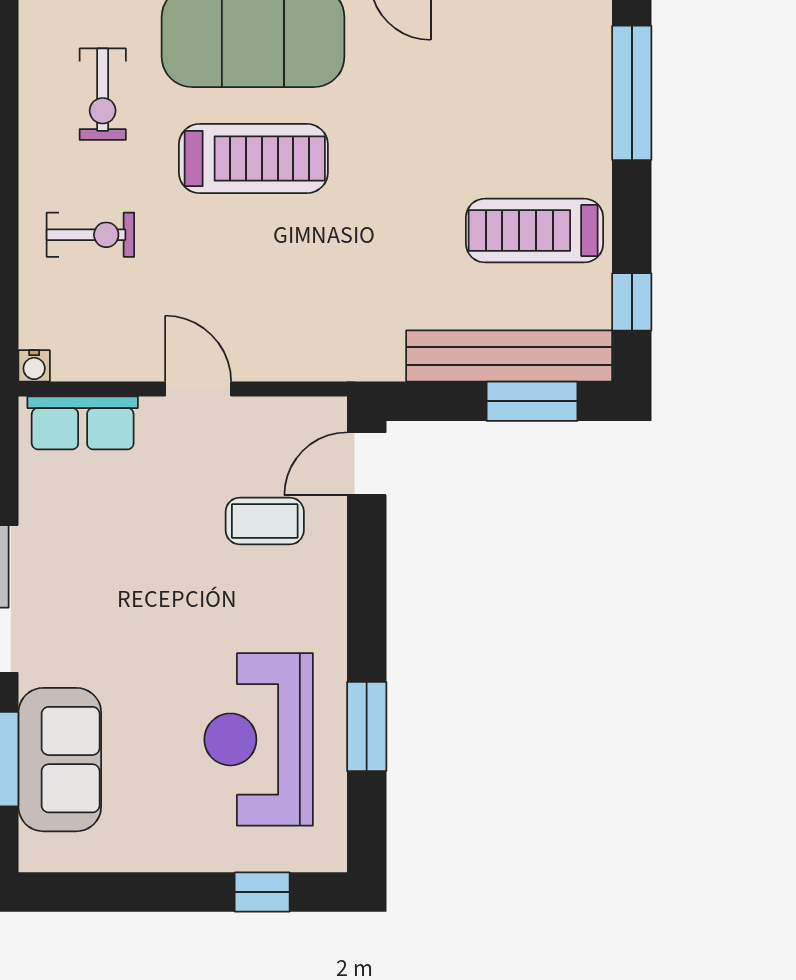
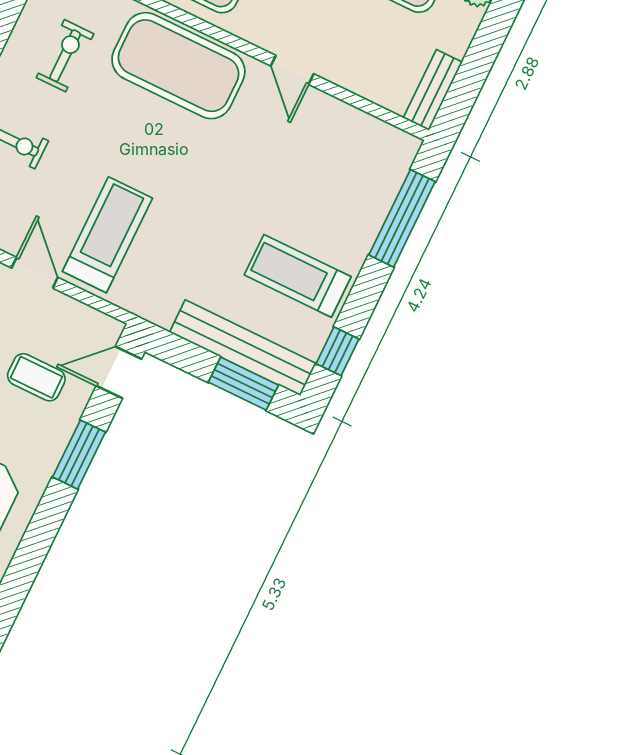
exercise bike: (103, 94) -> (65, 56), turned 180
treadmill: (253, 159) -> (107, 235), moved, turned -90
window: (367, 726) -> (79, 455), moved

